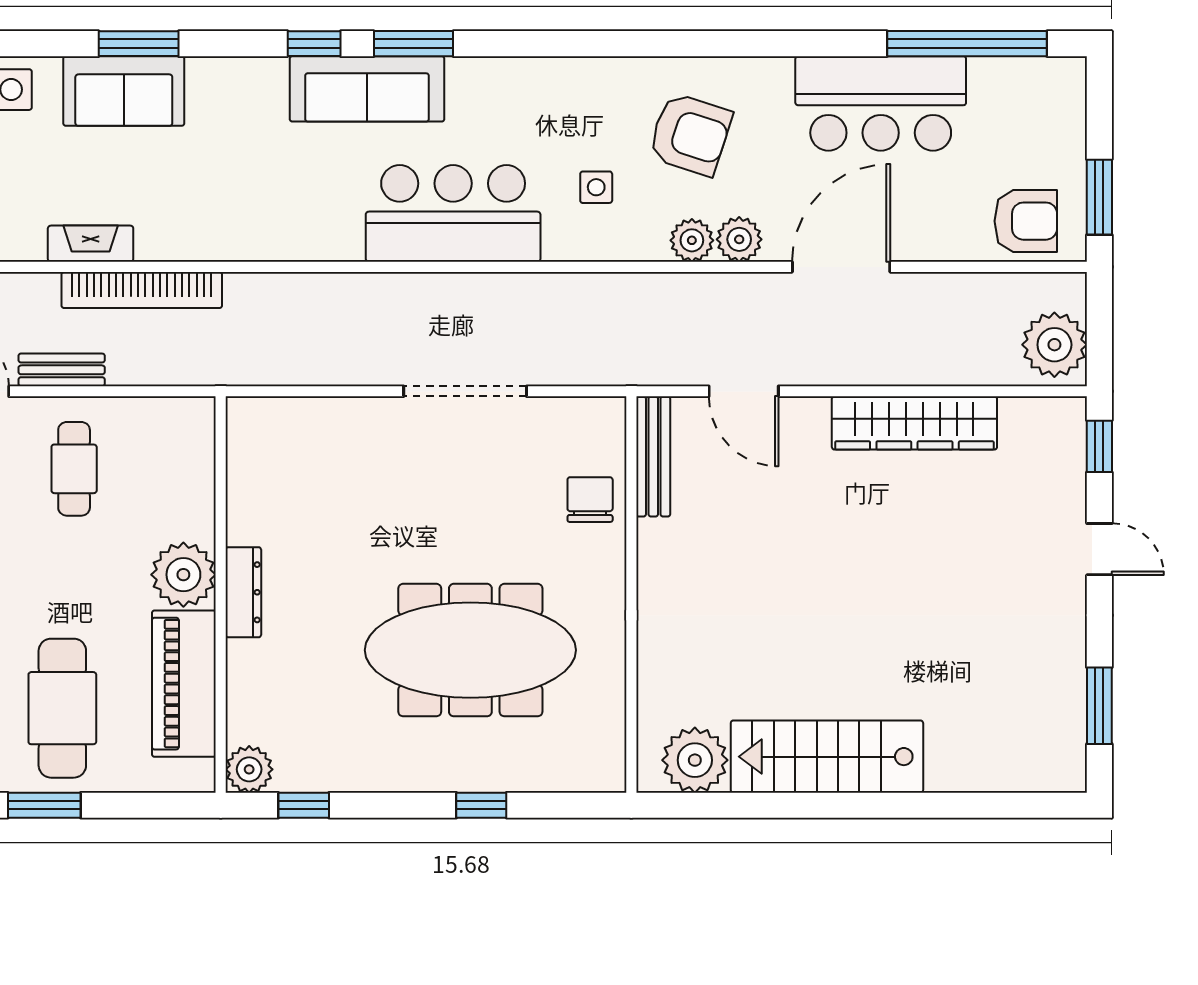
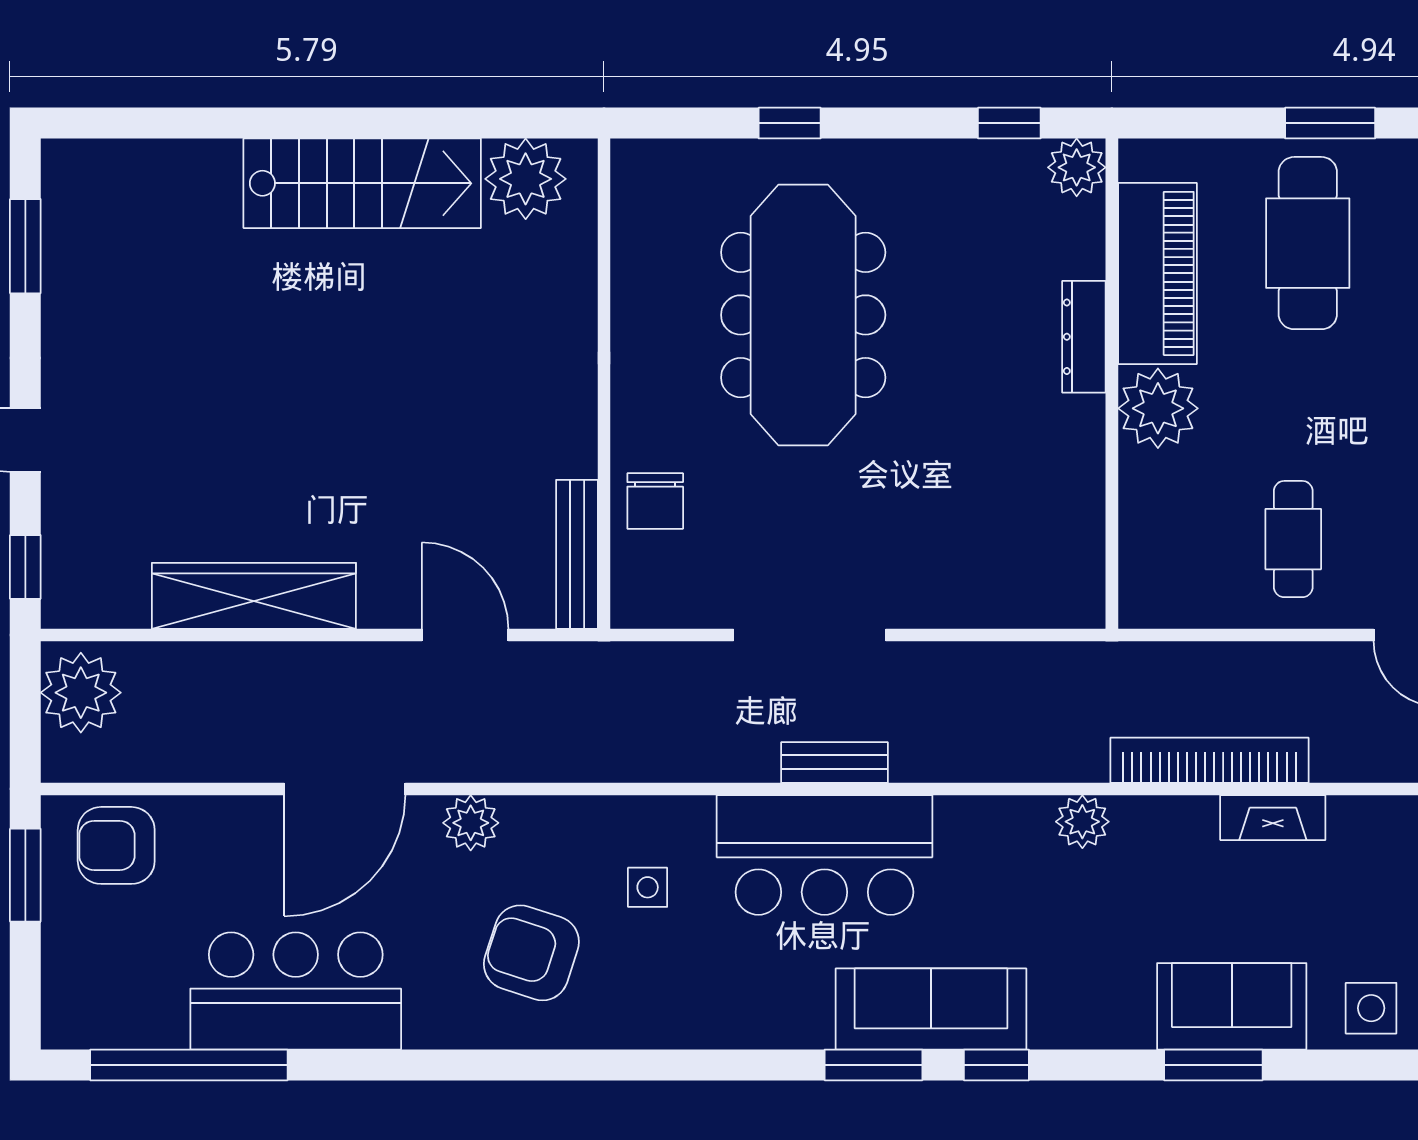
plant: (692, 240) -> (1082, 822), moved
bench: (62, 370) -> (834, 762), moved
dresser: (243, 592) -> (1084, 337), moved
meeting table: (470, 650) -> (803, 315), turned 90

